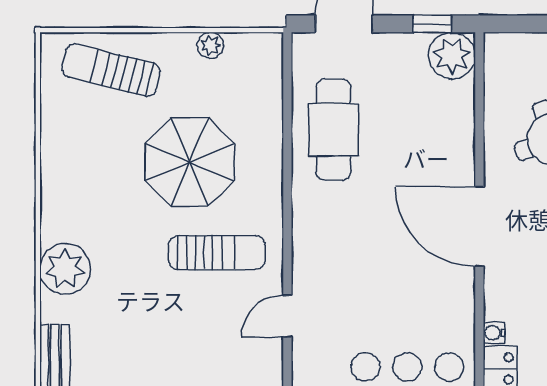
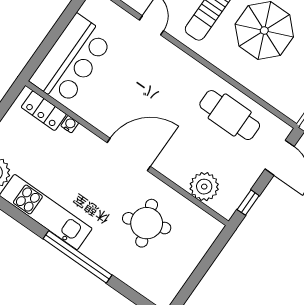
plant: (452, 56) -> (204, 187), moved

